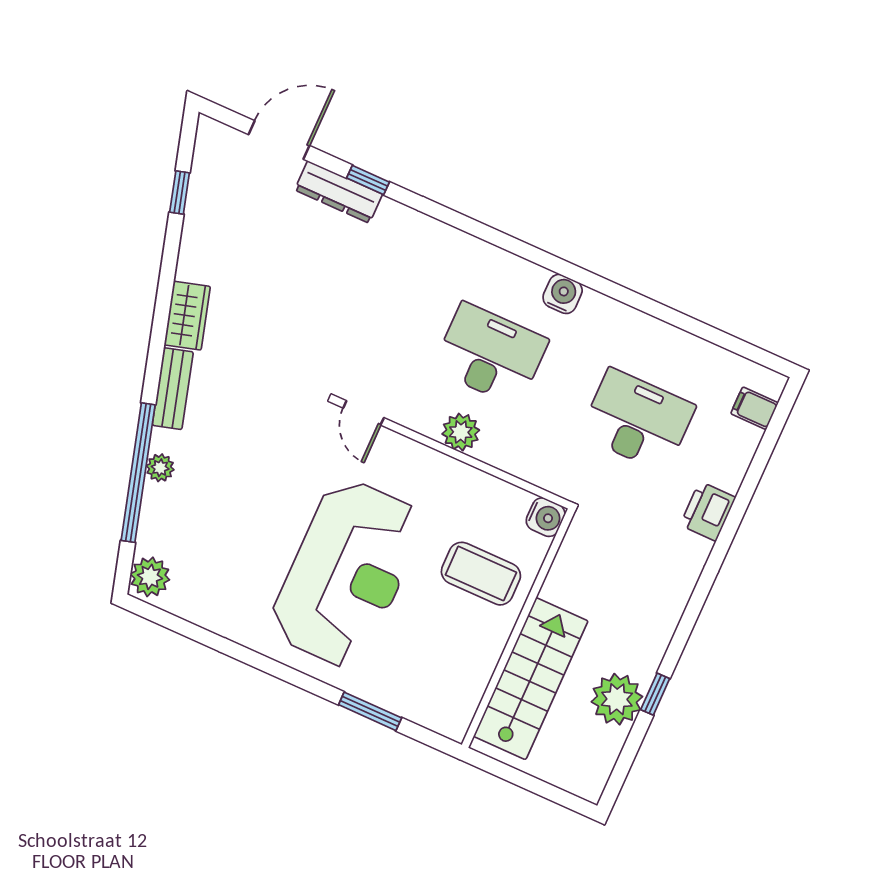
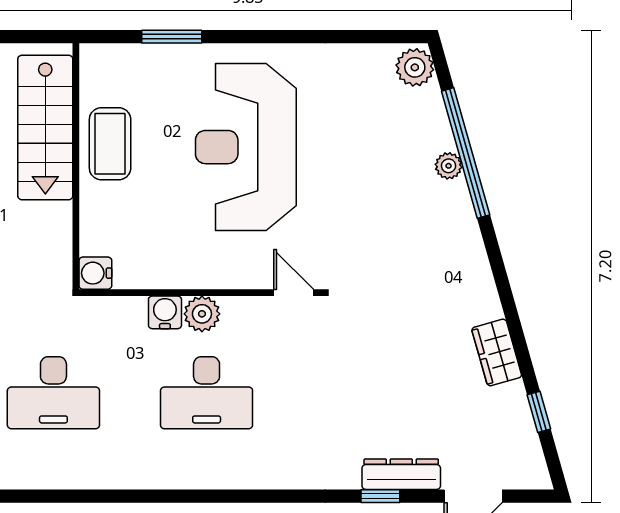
water cooler: (563, 294) -> (165, 312), moved, turned 180
wardrobe: (187, 316) -> (497, 352), moved
bench: (173, 389) -> (468, 239), removed
coffee table: (481, 574) -> (110, 144), moved, turned 90

